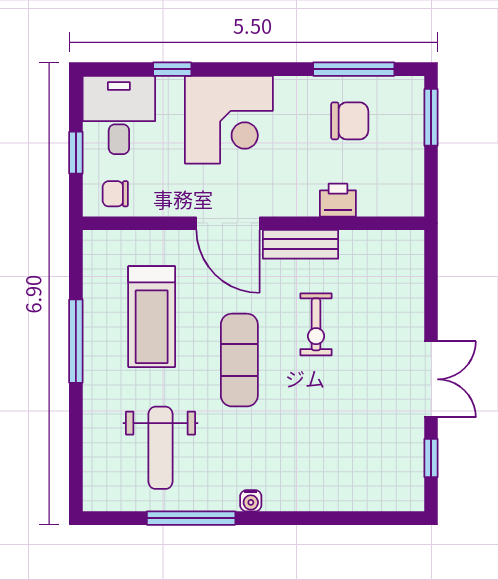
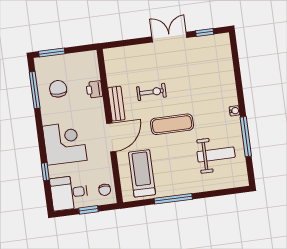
treadmill: (152, 317) -> (142, 173), moved, turned -90

